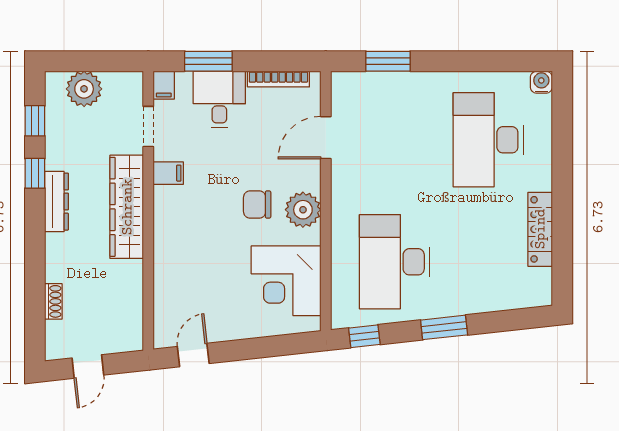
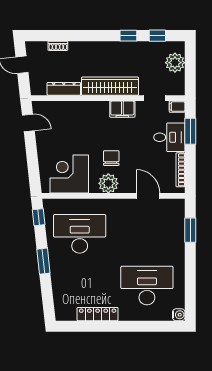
filing cabinet: (168, 173) -> (122, 109), width x2.00
dresser: (57, 202) -> (64, 89), moved, turned 180

